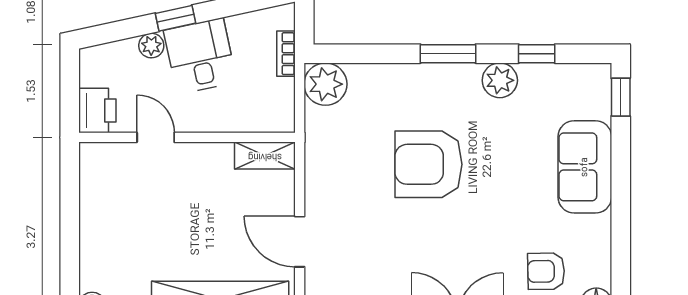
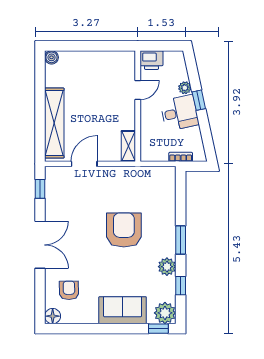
plant: (325, 84) -> (165, 313), moved

